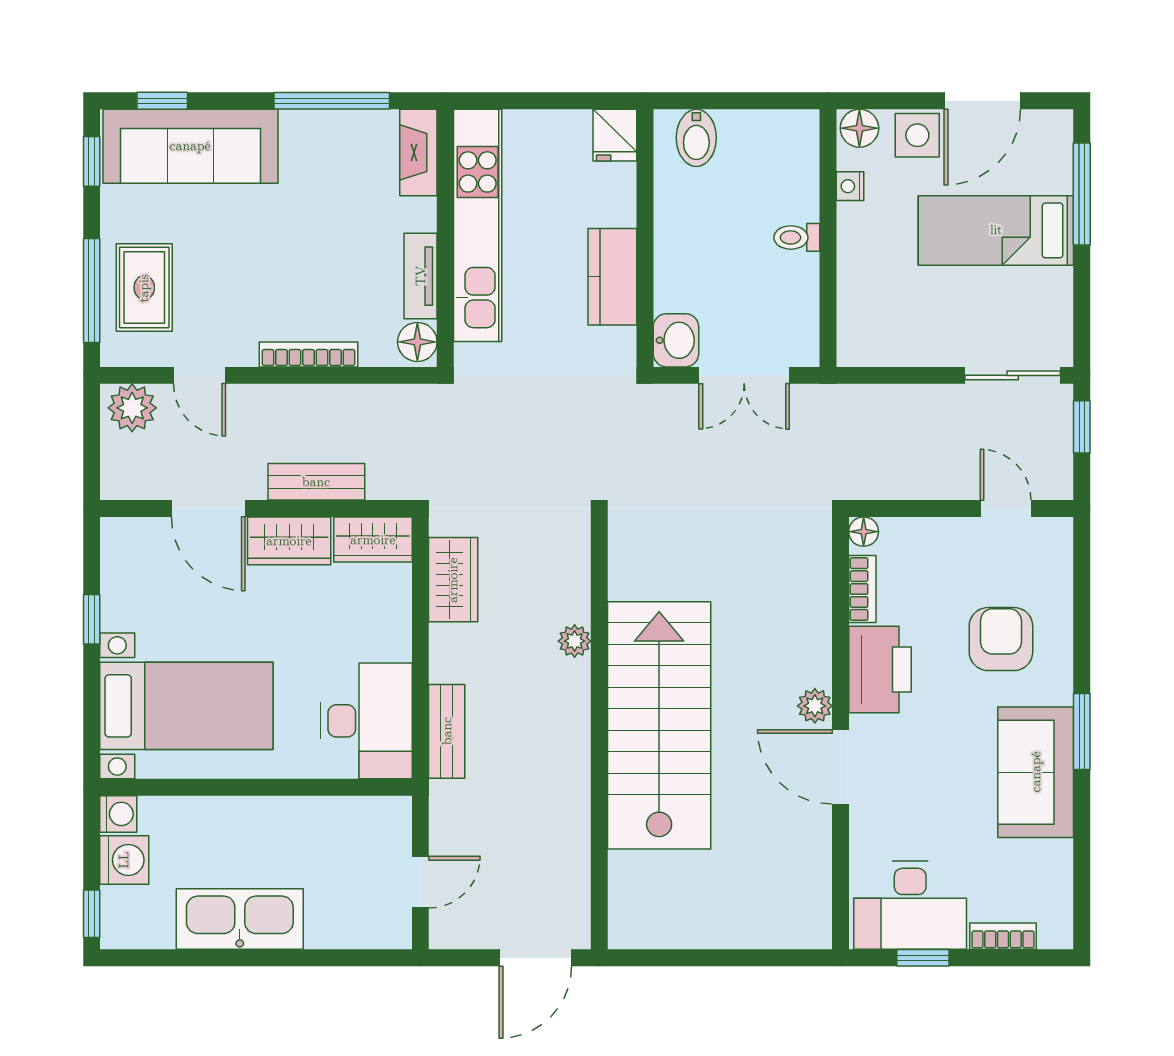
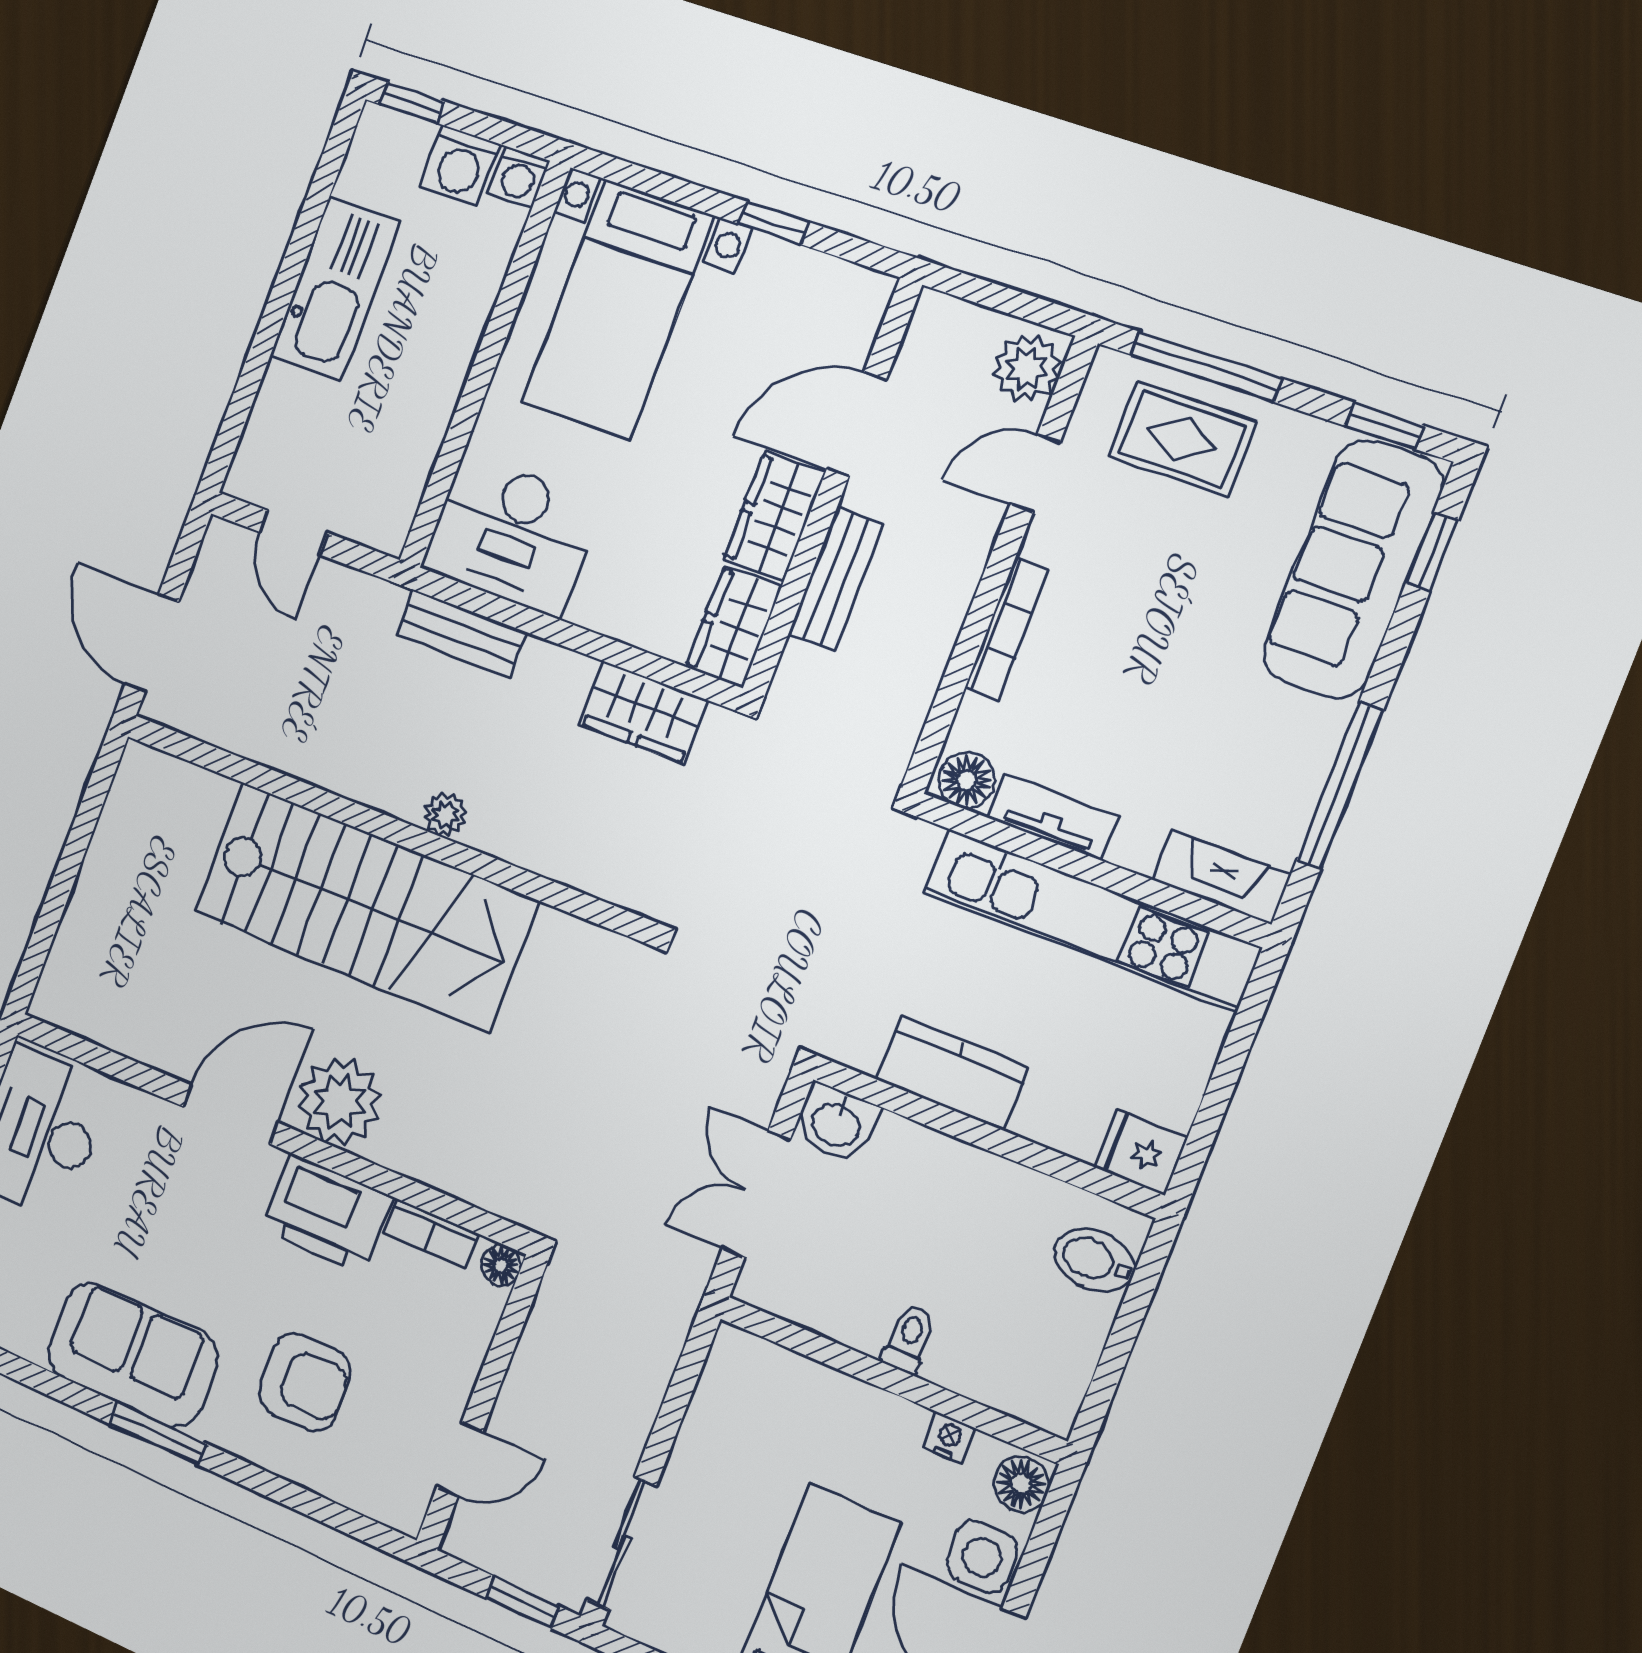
plant: (575, 641) -> (445, 815), moved
plant: (815, 706) -> (340, 1101), width x1.88, depth x1.88

